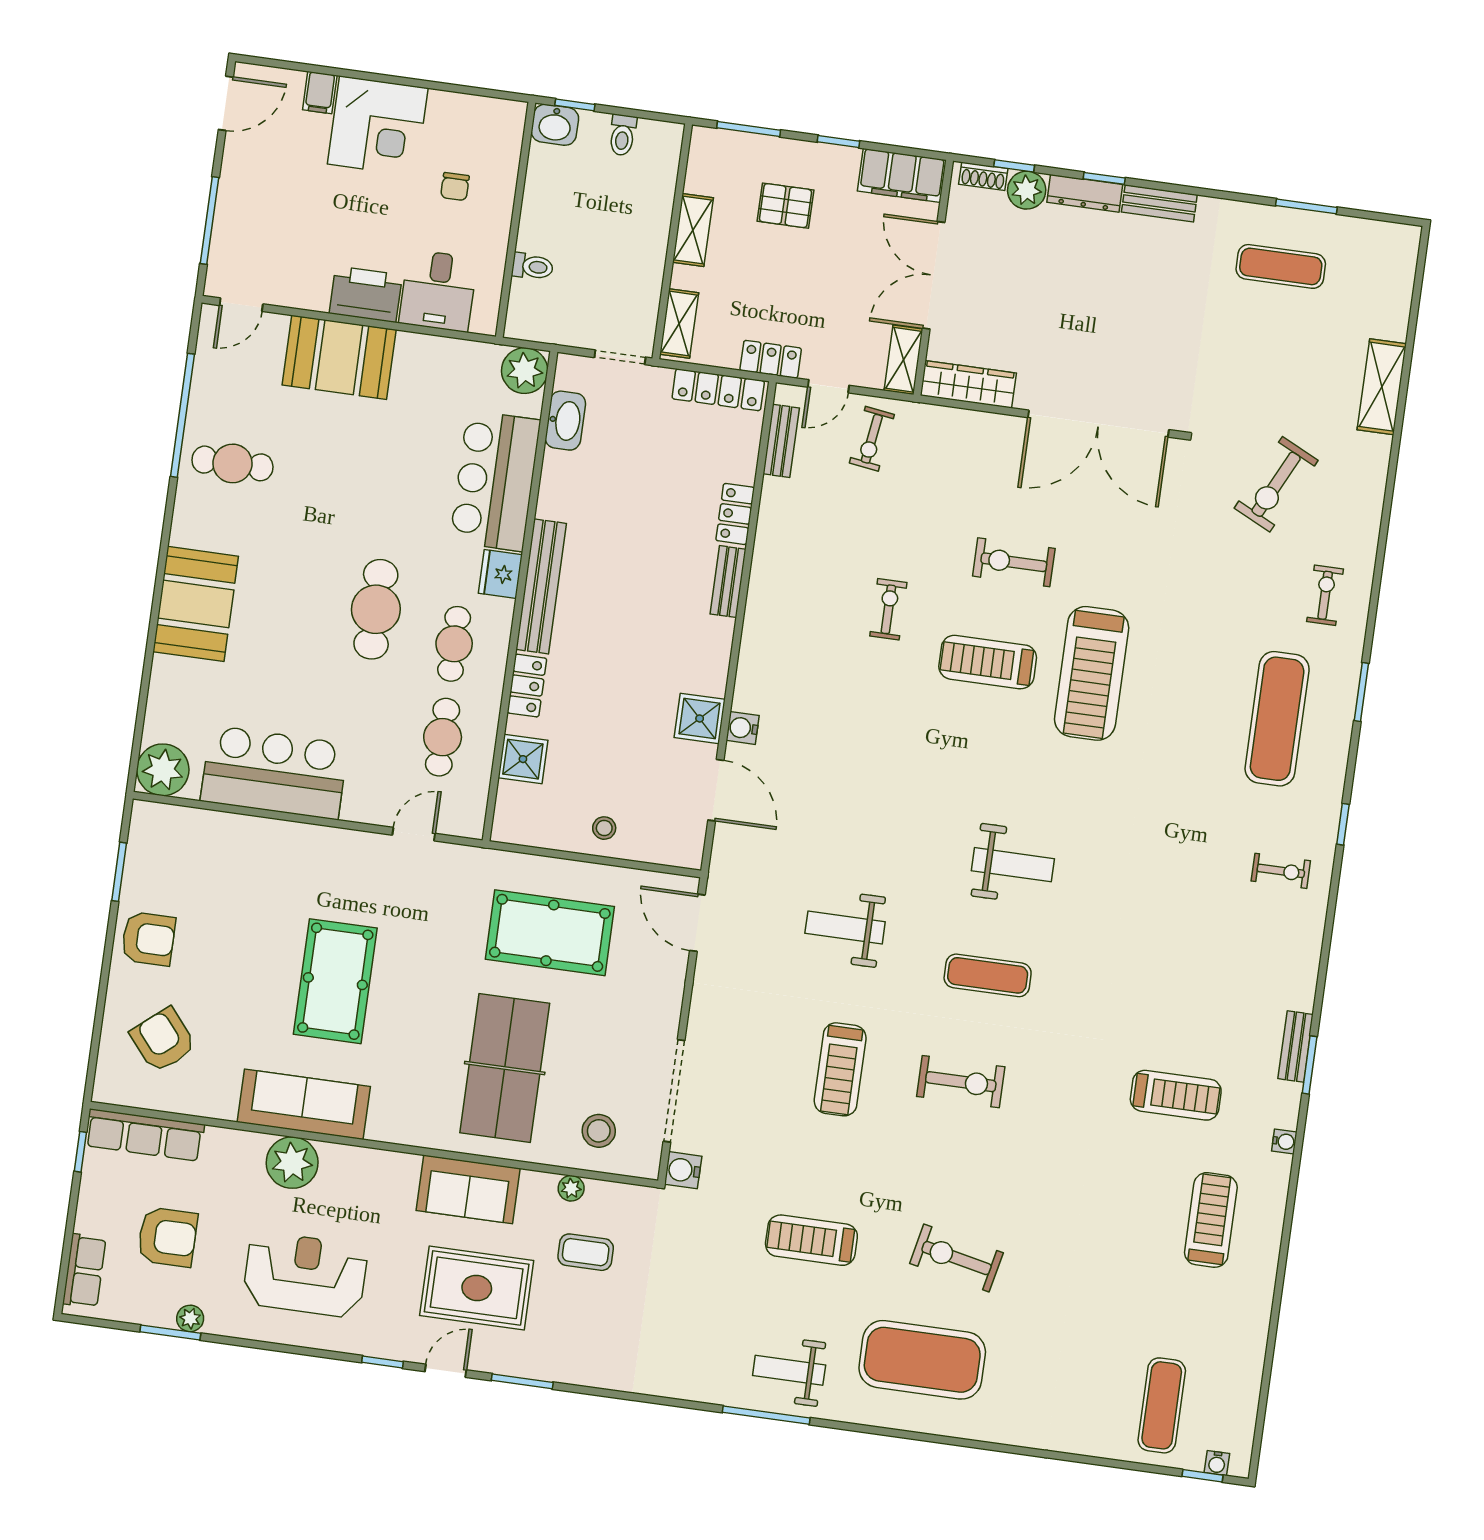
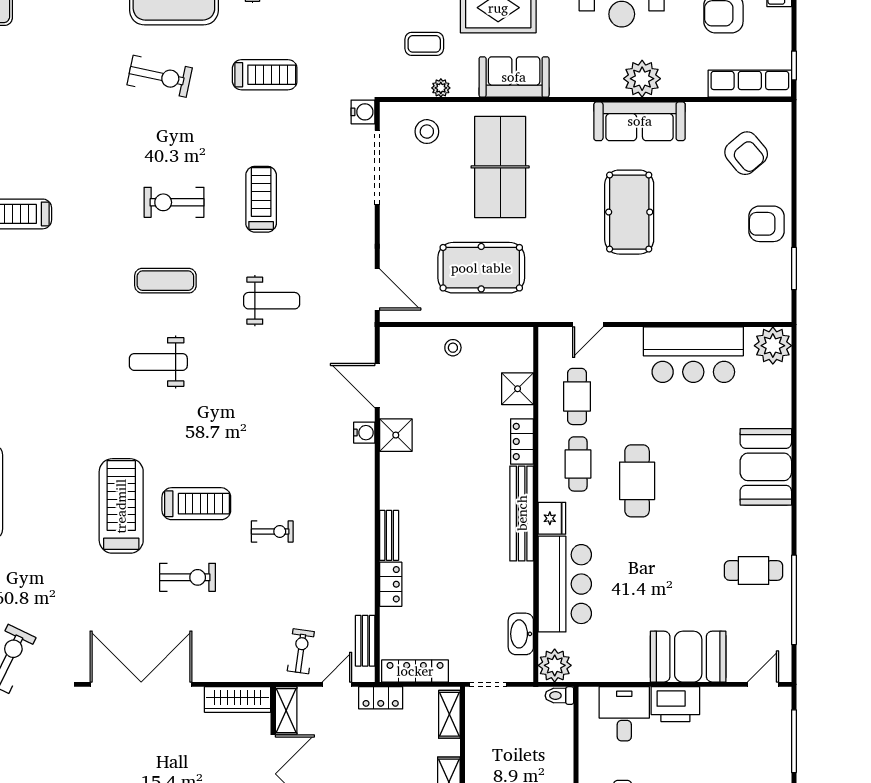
toilet: (532, 267) -> (559, 696), moved
exercise bike: (888, 609) -> (272, 531), turned -90

